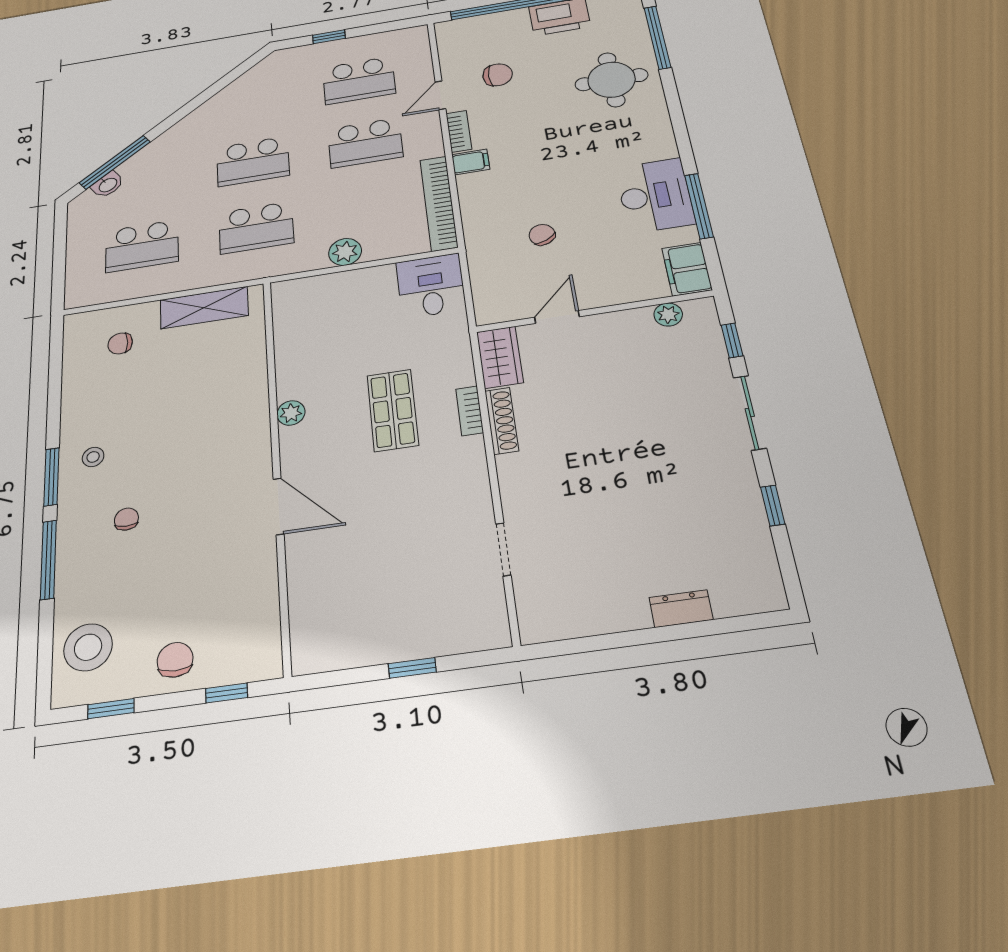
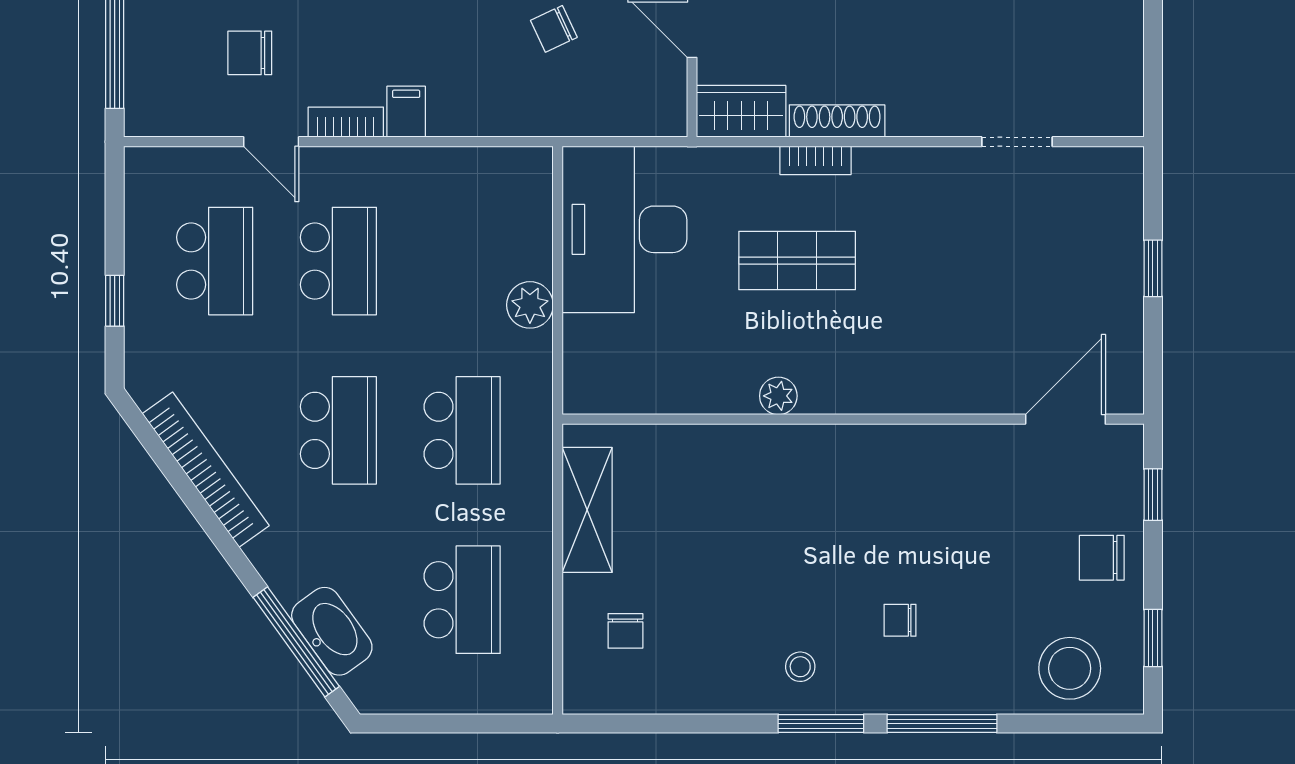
chair: (498, 75) -> (250, 53), turned -90
washbasin: (108, 185) -> (332, 631), width x1.91, depth x1.45
bookcase: (439, 203) -> (206, 470), moved, turned -126
desk: (431, 286) -> (624, 229), width x1.87, depth x1.30
door: (279, 506) -> (1065, 419), moved

